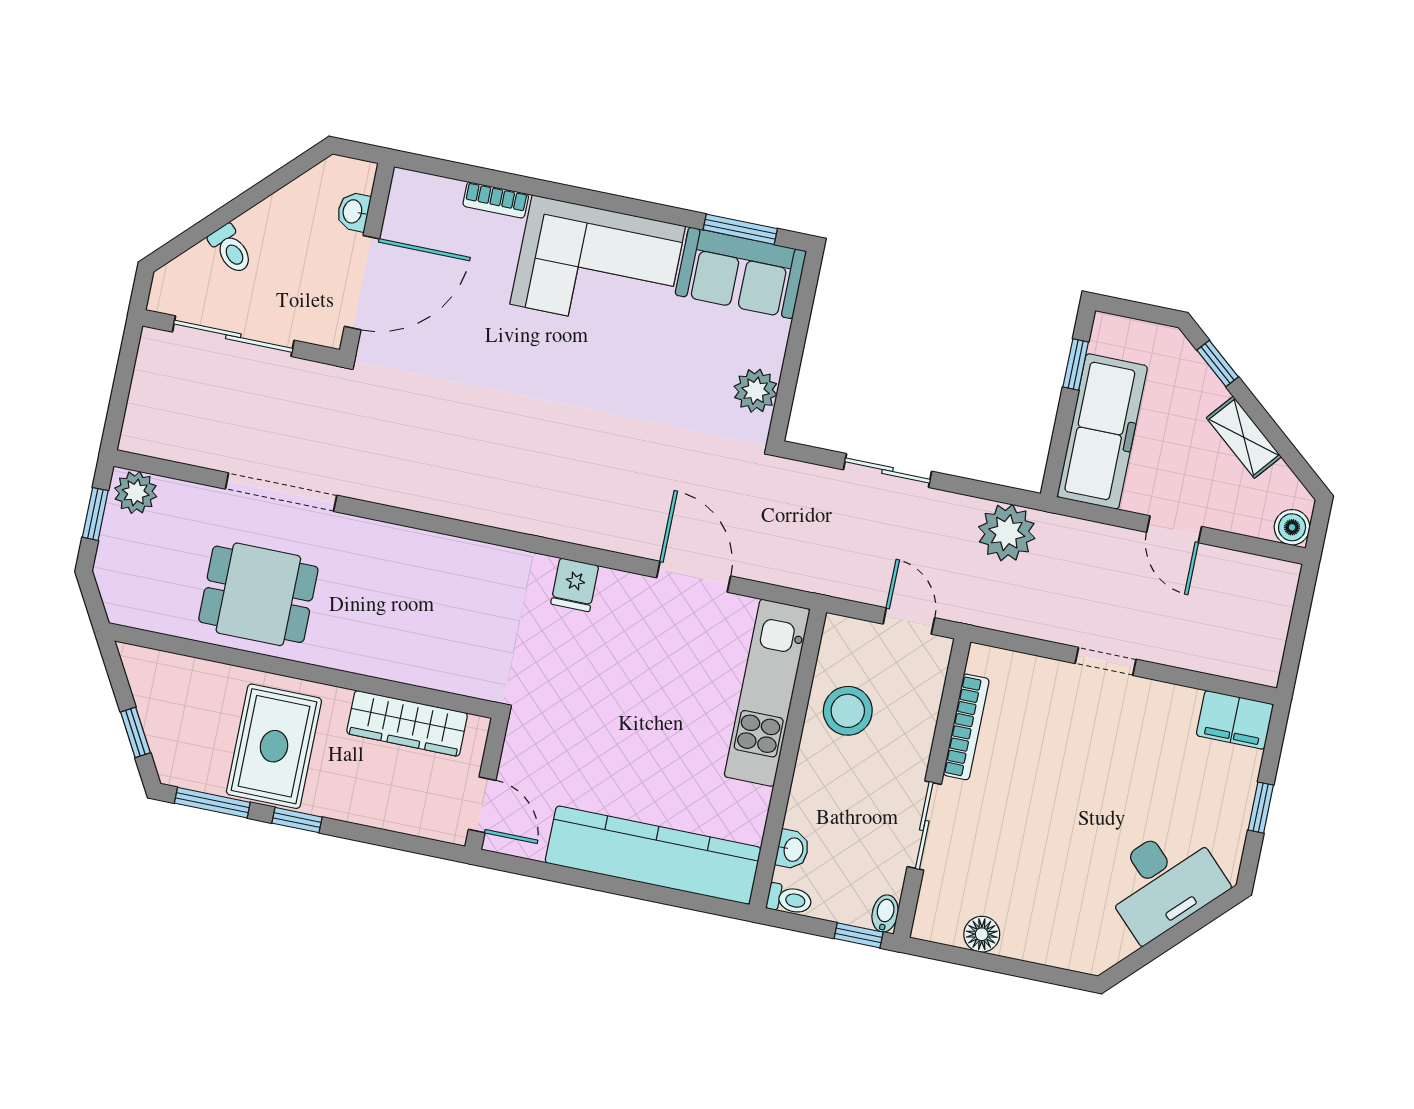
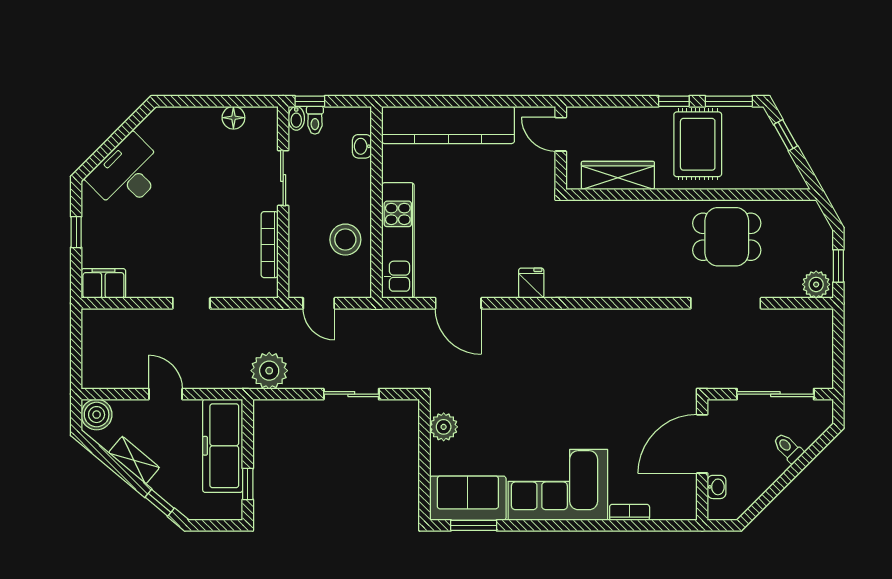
boiler: (1292, 527) -> (97, 415), width x1.36, depth x1.36
toilet: (789, 899) -> (315, 120), moved, turned -90

